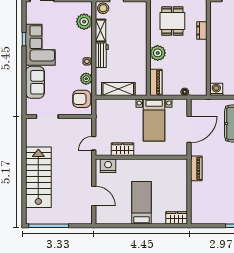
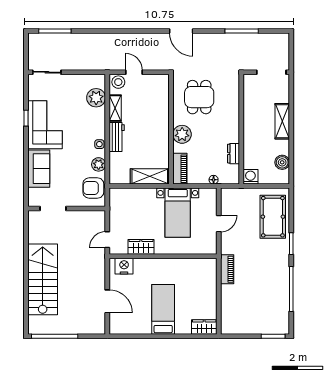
dresser: (202, 30) -> (234, 154), moved
shelving: (118, 89) -> (150, 176), moved
door: (189, 129) -> (219, 224), width x0.53

